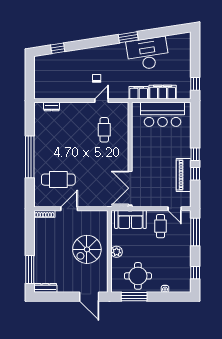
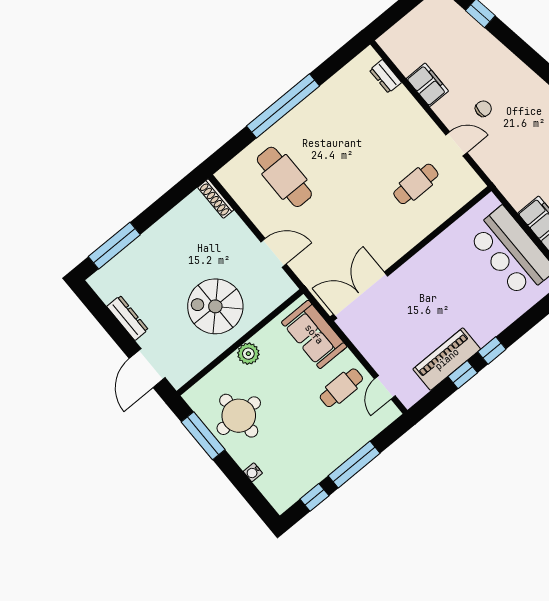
filing cabinet: (139, 93) -> (427, 85), moved
door: (69, 209) -> (274, 253), moved
window: (195, 232) -> (354, 464), moved
dresser: (45, 288) -> (127, 318), moved

